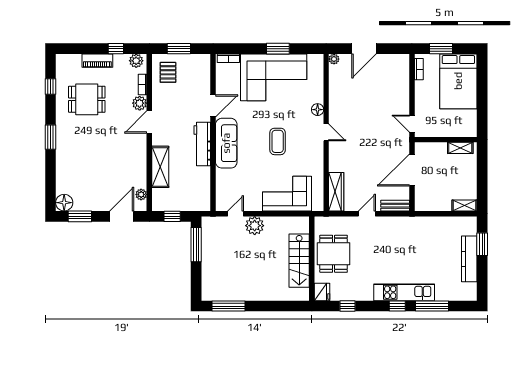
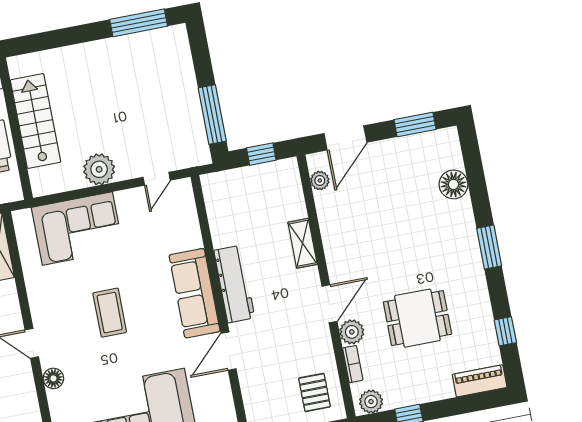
piano: (97, 61) -> (480, 381), moved
dining table: (87, 99) -> (417, 318), moved
shelving: (160, 167) -> (303, 243), width x0.67, depth x0.75
floor lamp: (64, 203) -> (453, 184), moved
plant: (255, 226) -> (99, 169), moved

